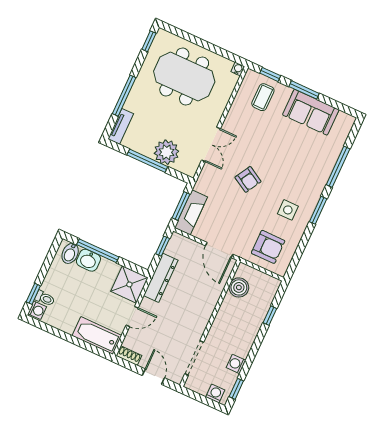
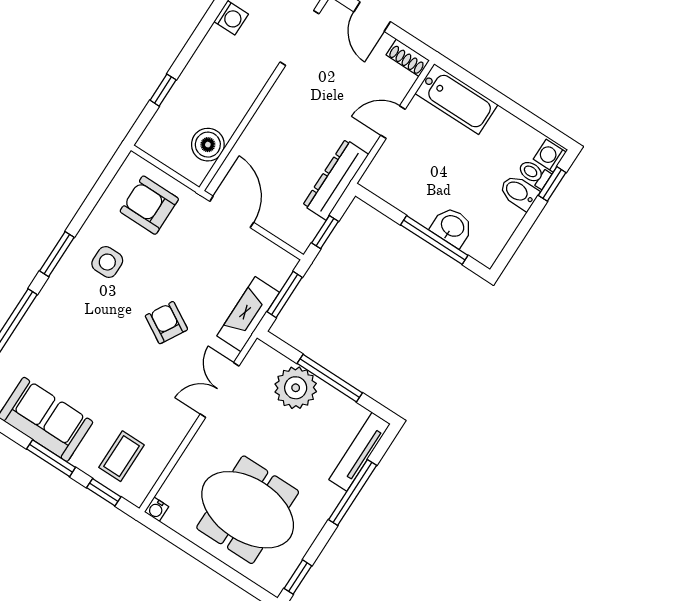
tv unit: (121, 126) -> (360, 452), width x1.41
fireplace: (191, 212) -> (248, 314), moved
bidet: (70, 253) -> (519, 192), moved, turned -90
shower: (129, 284) -> (390, 176), removed

